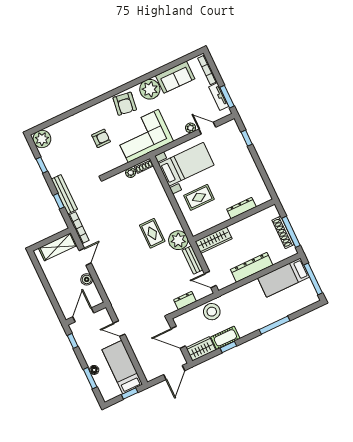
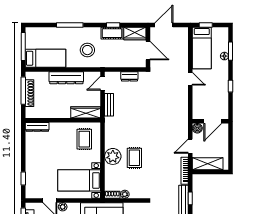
rug: (199, 197) -> (84, 139), moved, turned 90
dresser: (241, 208) -> (37, 127), moved
rug: (152, 233) -> (134, 158), moved
plant: (178, 240) -> (113, 156), moved
door: (210, 280) -> (103, 83), swing flipped
stool: (212, 312) -> (87, 50), moved
wall: (86, 314) -> (210, 121), moved
door: (83, 315) -> (213, 121), moved

